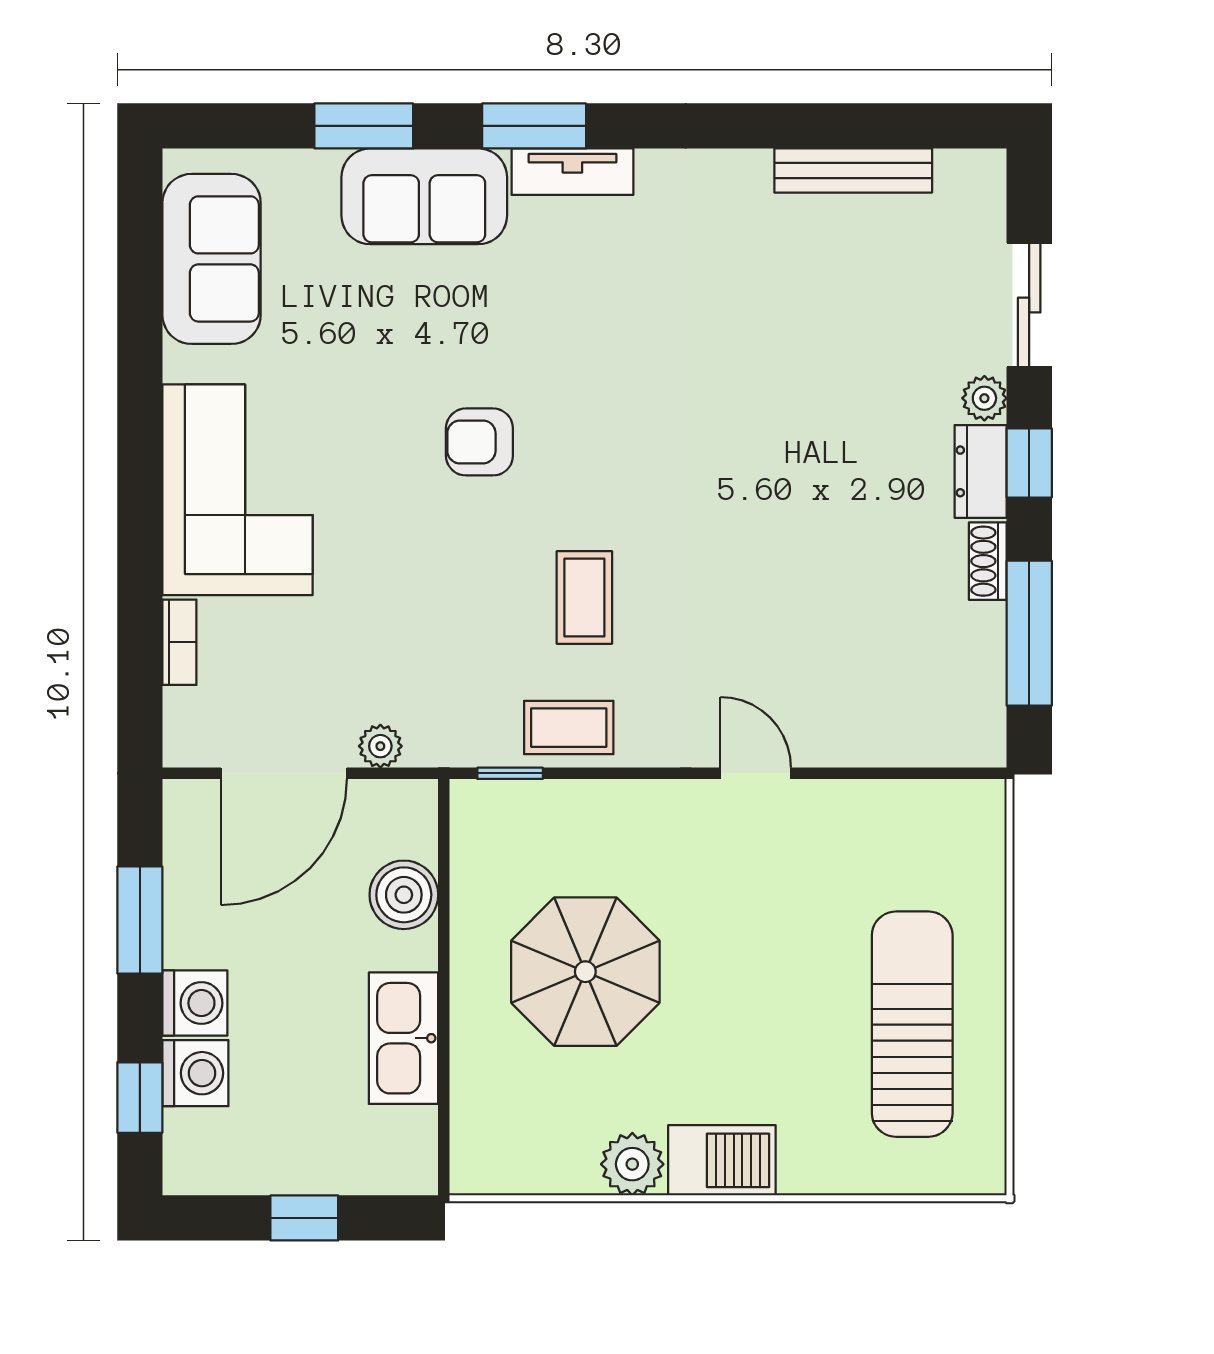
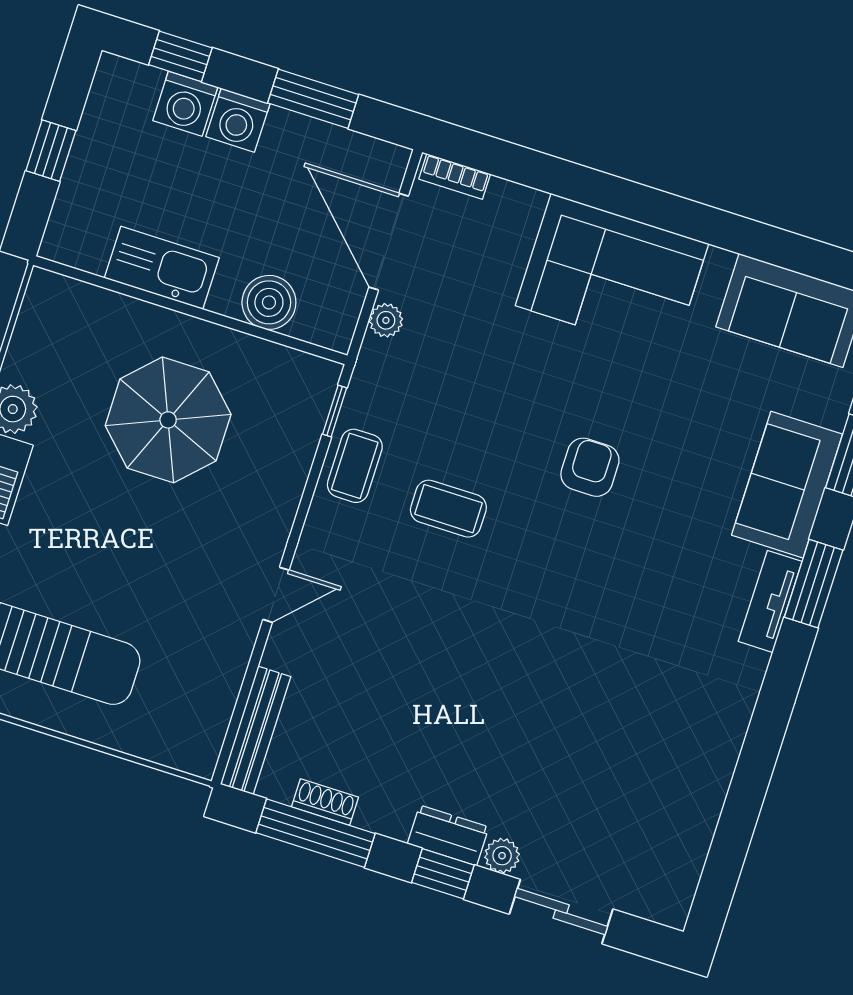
bench: (853, 171) -> (256, 730), moved
shoe rack: (988, 561) -> (325, 802), moved
bookcase: (179, 642) -> (455, 176), moved

